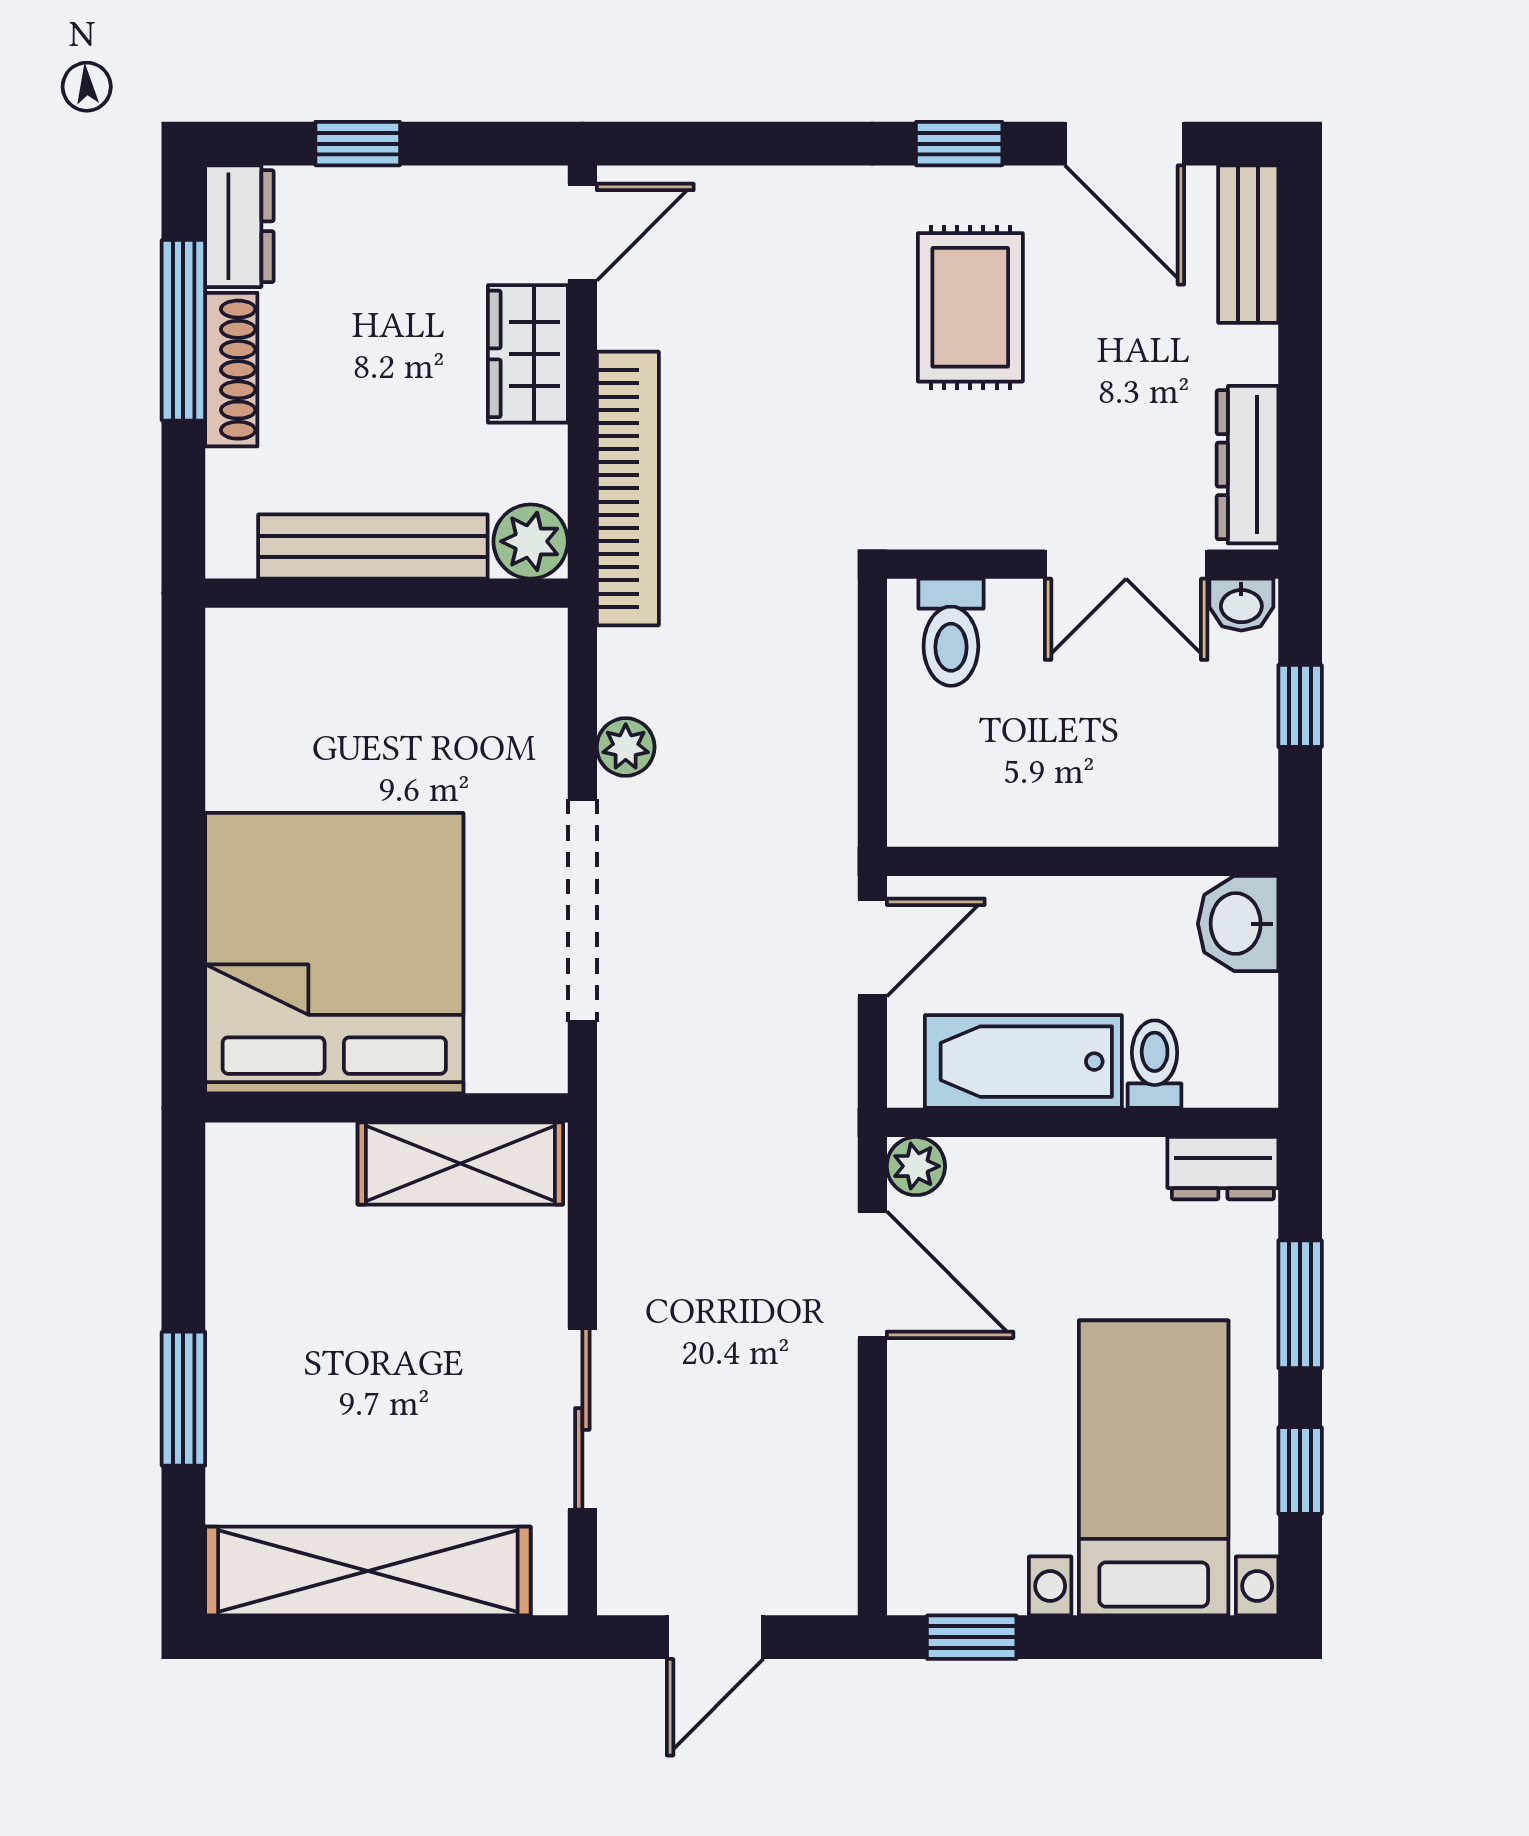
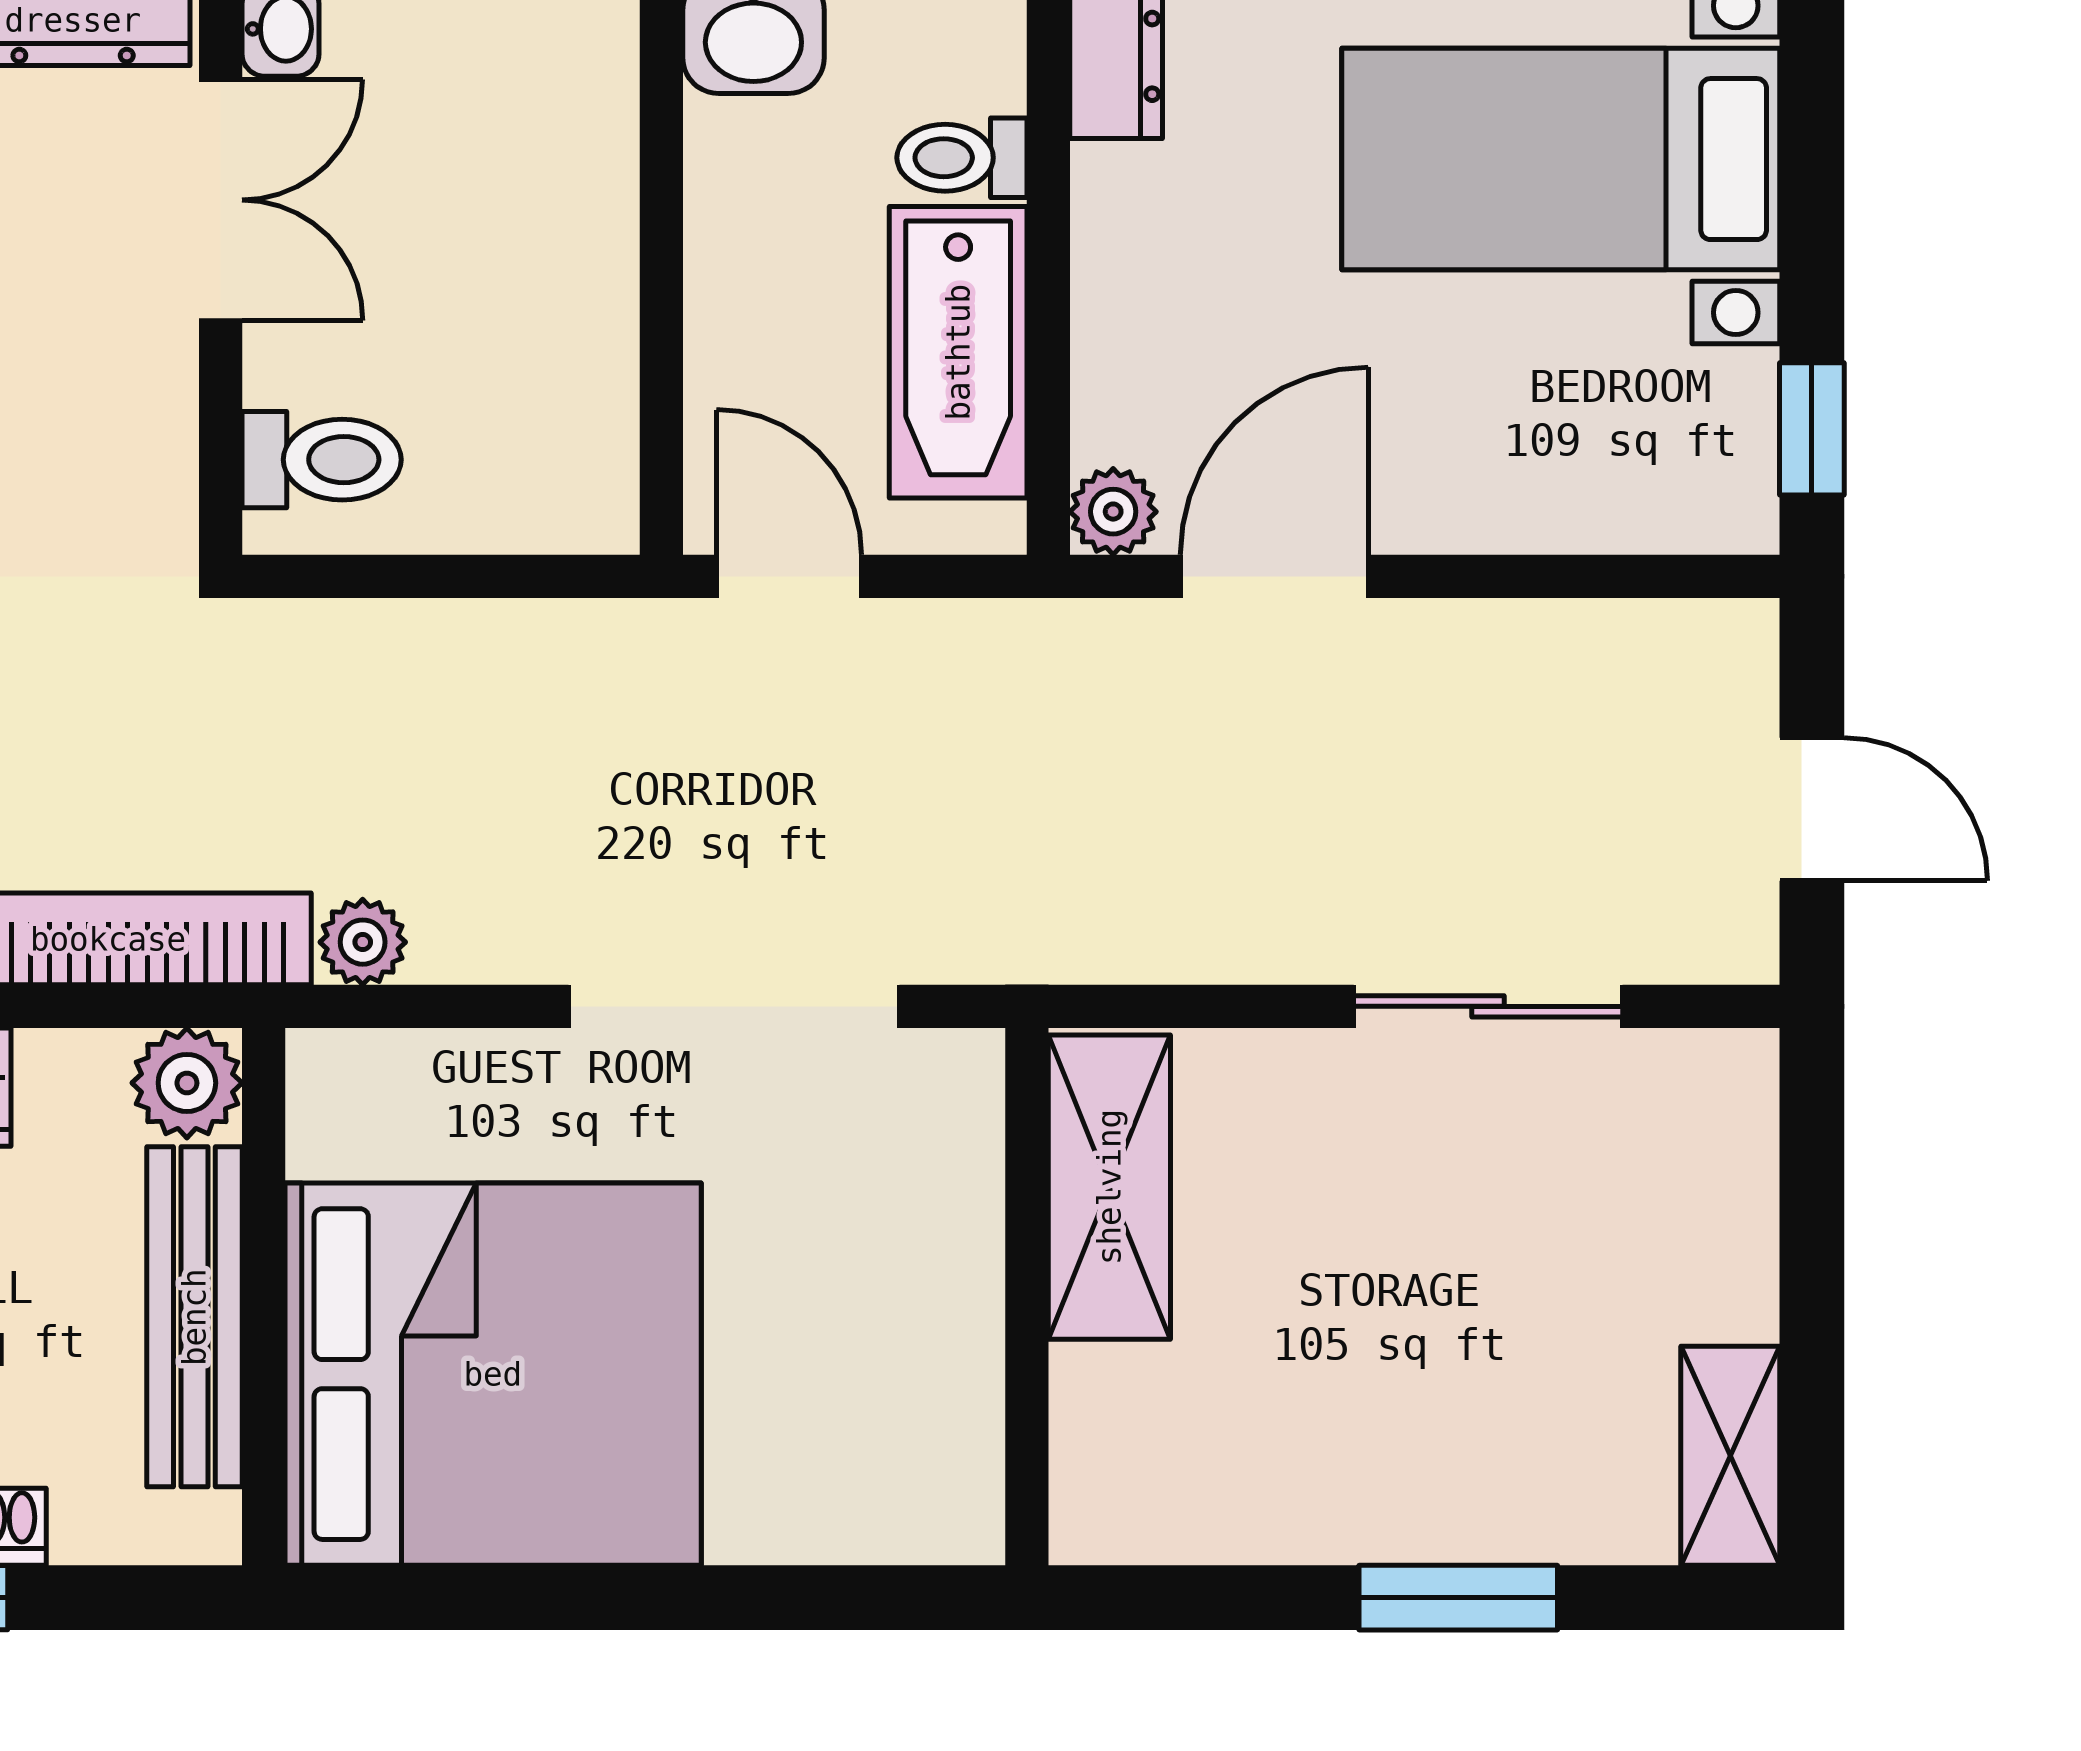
plant: (626, 747) -> (363, 942), moved
bed: (334, 953) -> (493, 1374), moved, turned 180
shelving: (368, 1571) -> (1730, 1456), width x0.45, depth x0.75

